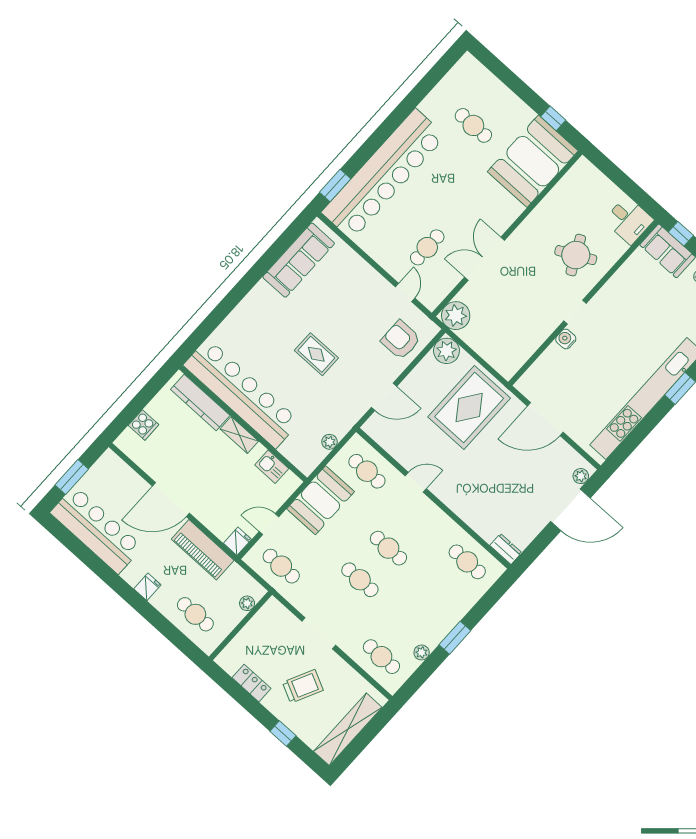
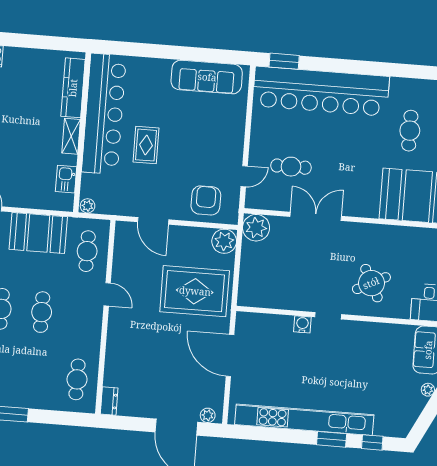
bar counter: (242, 393) -> (104, 114), moved
kitchen counter: (200, 402) -> (73, 88), moved
wall: (243, 424) -> (82, 132), moved
shelving: (239, 435) -> (71, 136), moved
kitchen sink: (272, 467) -> (66, 179), moved

